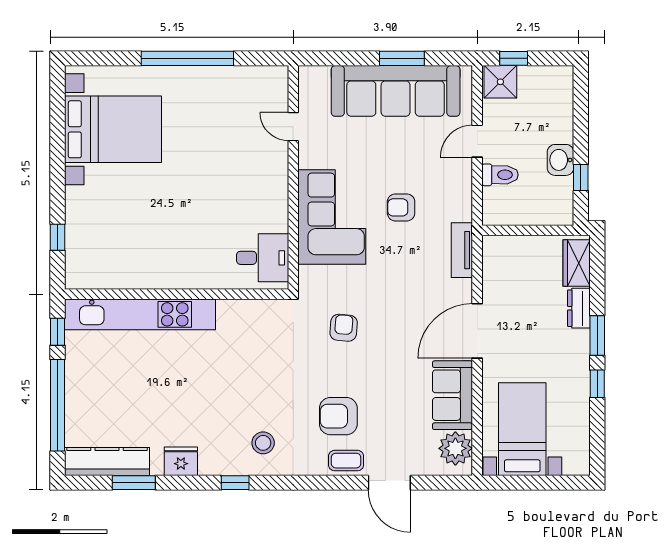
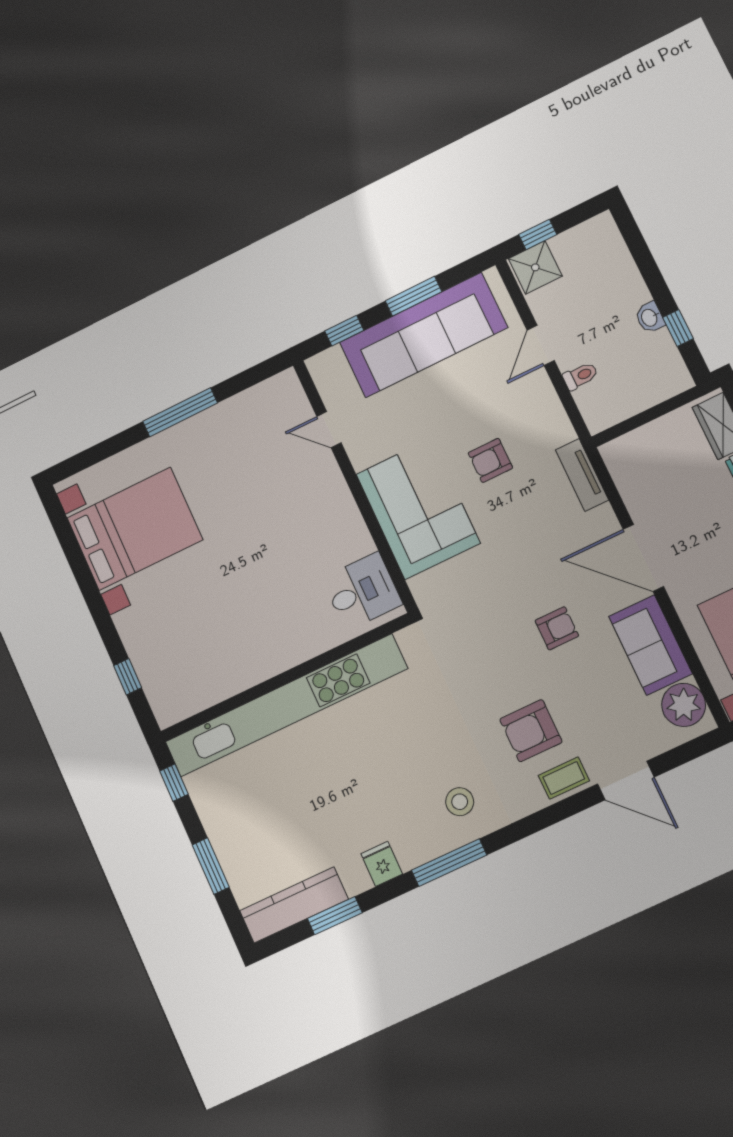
window: (187, 58) -> (180, 412), width x0.68
window: (339, 58) -> (344, 331), added
washbasin: (561, 160) -> (650, 318), width x0.72, depth x0.69
toilet: (500, 175) -> (580, 376), width x0.73, depth x0.72
kitchen unit: (140, 314) -> (286, 705), width x1.36
armchair: (344, 328) -> (557, 628), moved, turned 85
door: (477, 331) -> (643, 558), hinge flipped
window: (58, 405) -> (211, 866), width x0.47
fridge: (181, 461) -> (382, 864), width x0.72
window: (235, 483) -> (449, 863), width x2.17

